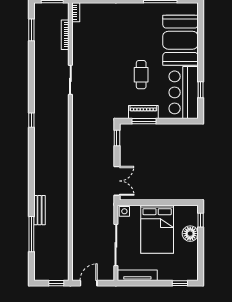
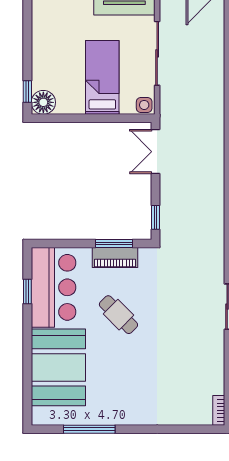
cafe table: (141, 75) -> (118, 315), turned -45
bed: (157, 229) -> (102, 77), width x0.67
floor lamp: (190, 234) -> (43, 102), moved

